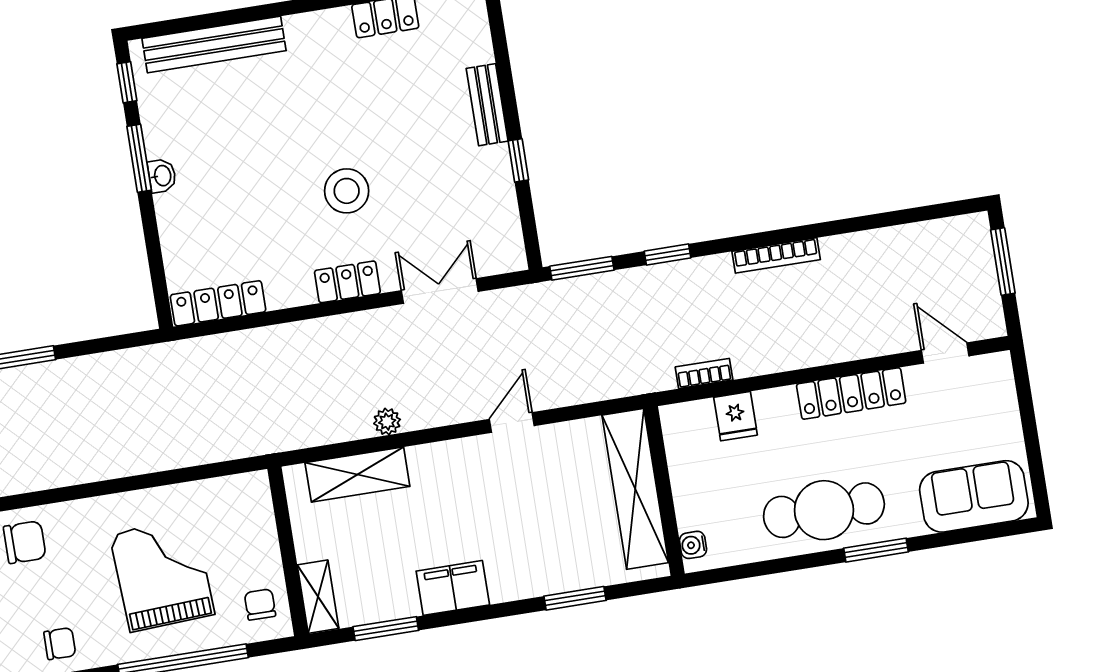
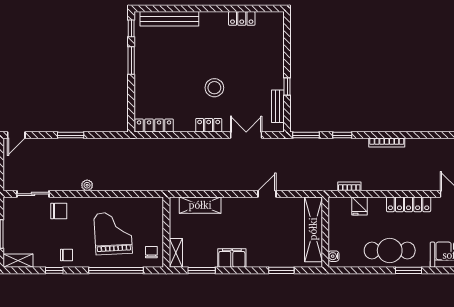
bench: (487, 105) -> (278, 106), moved
washbasin: (162, 176) -> (139, 69), removed
plant: (387, 422) -> (87, 185), moved

